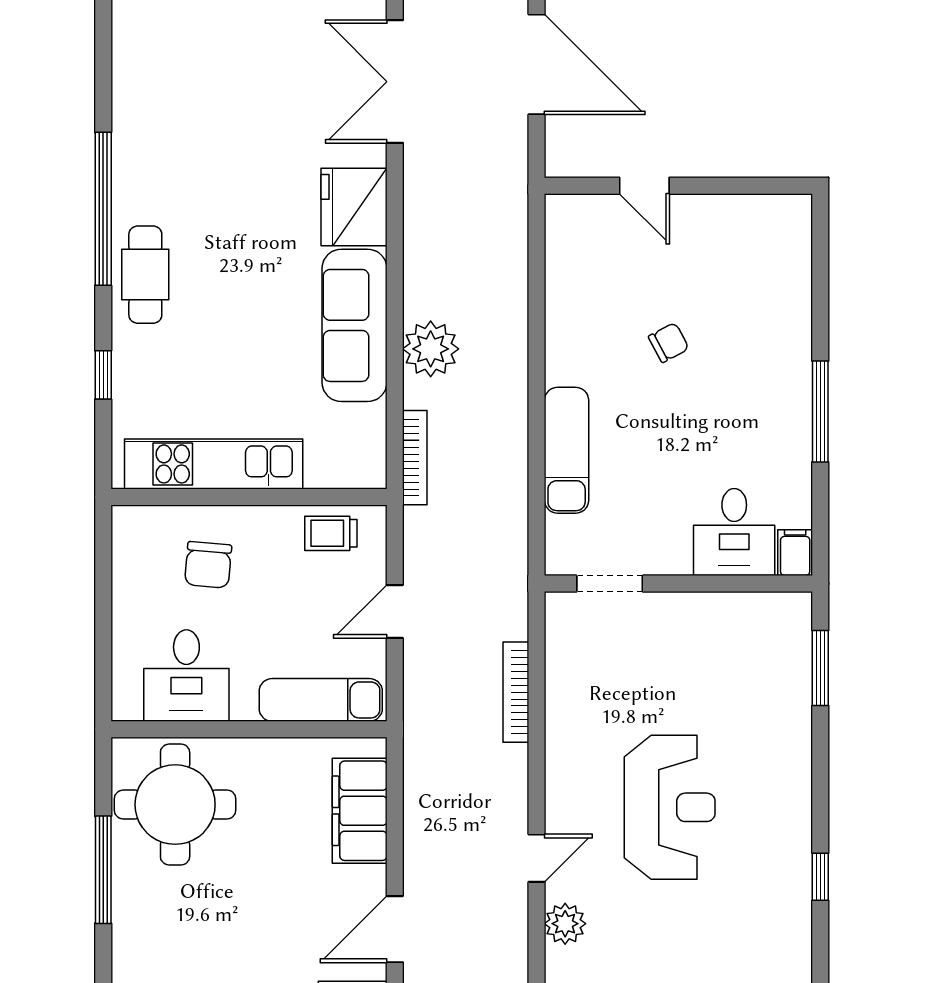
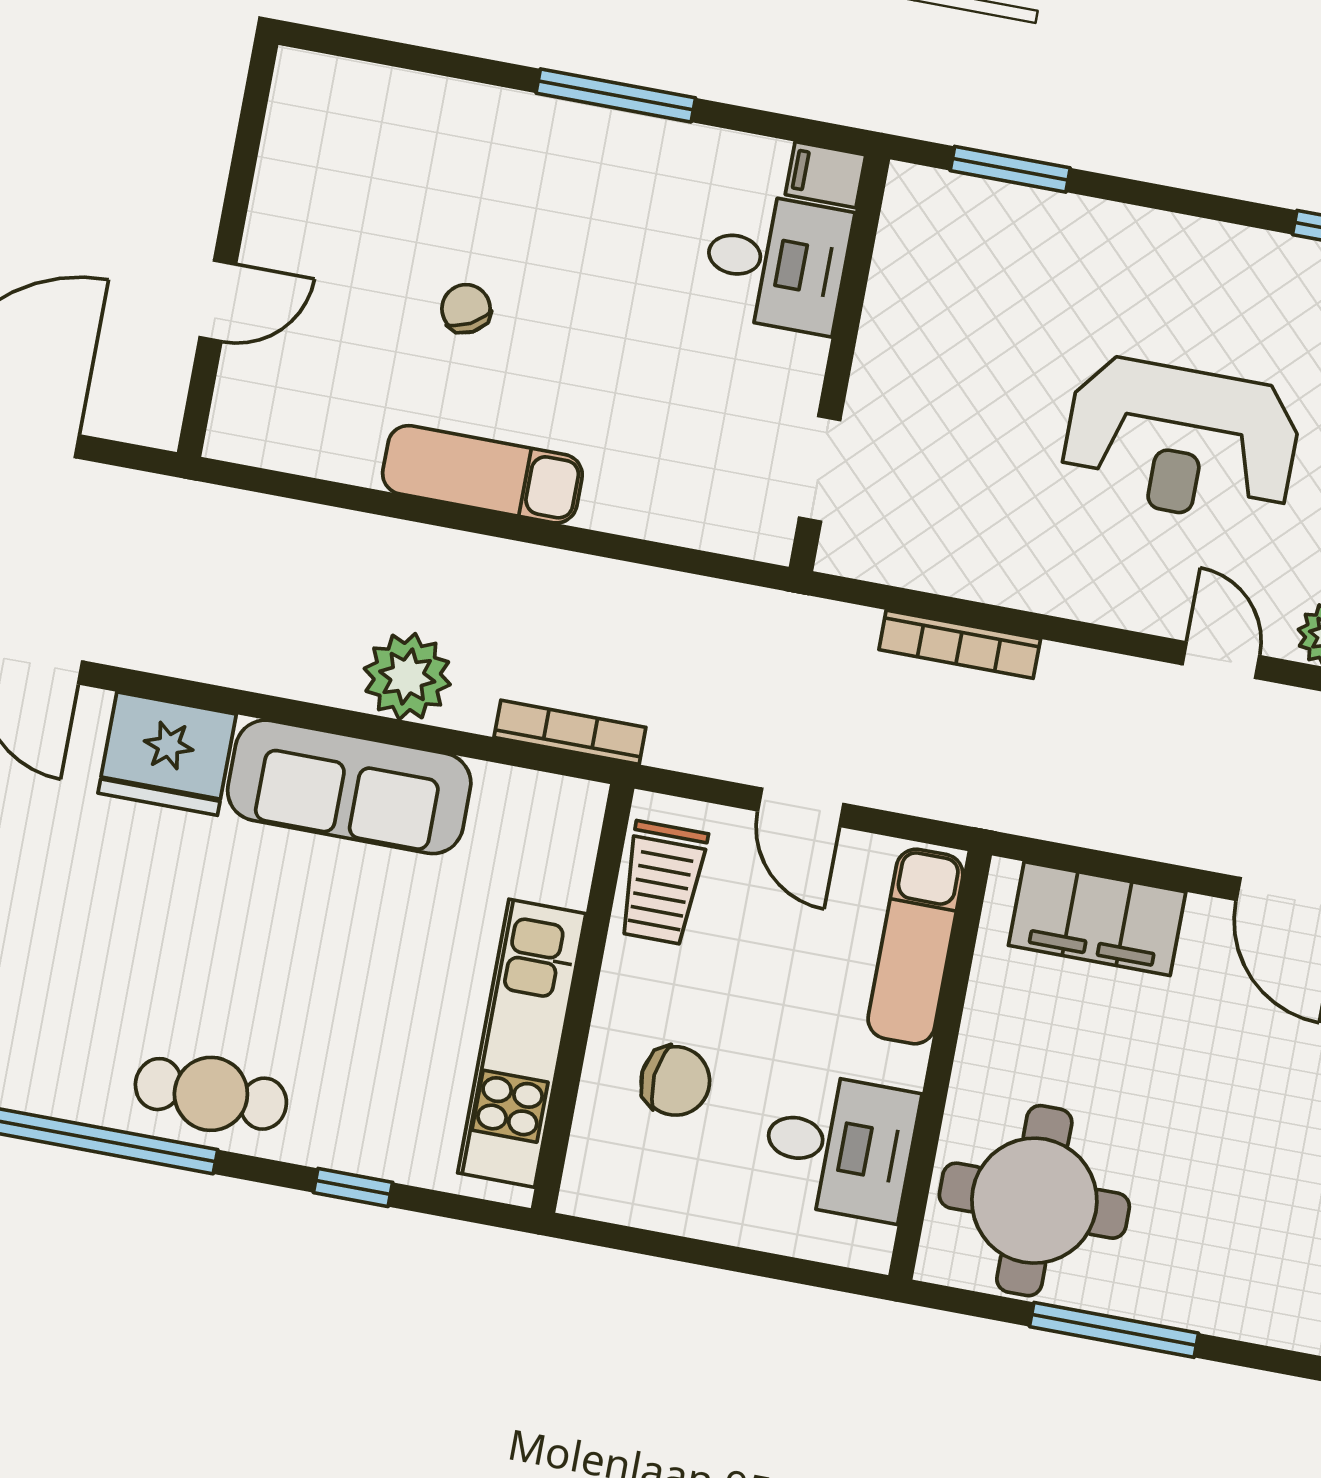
exam couch: (567, 450) -> (482, 474), moved
trolley: (331, 533) -> (662, 883), width x1.36, depth x1.39
reception desk: (670, 807) -> (1181, 441), turned 180

